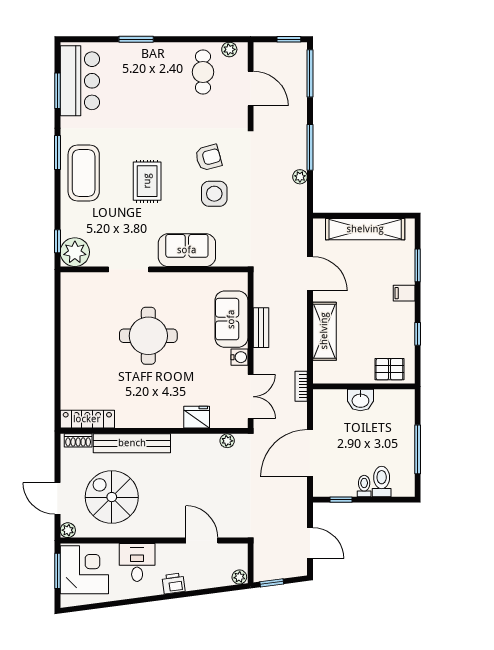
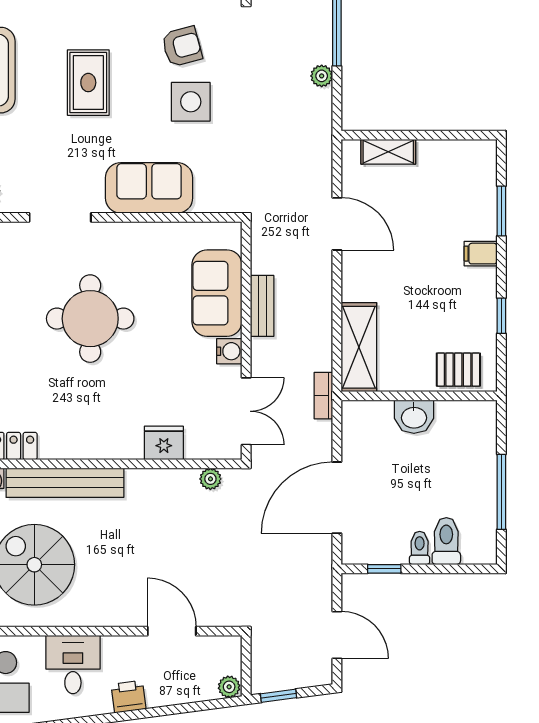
shelving: (365, 229) -> (388, 152), width x0.45, depth x0.75
shelving: (324, 331) -> (359, 347), moved

